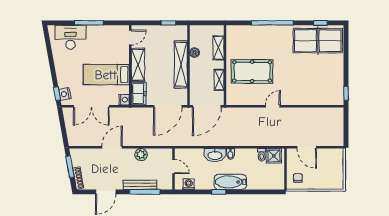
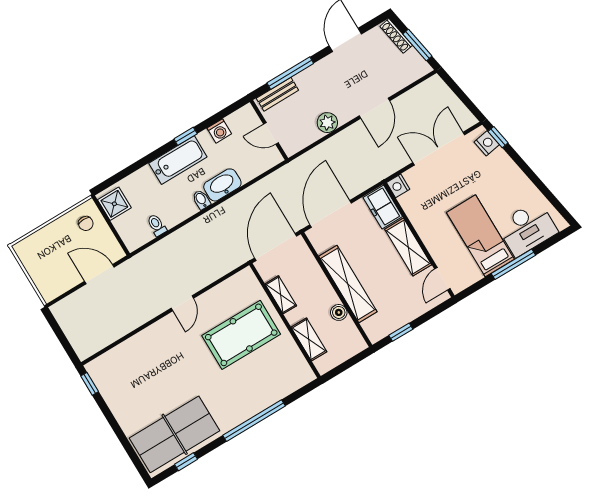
bed: (106, 75) -> (480, 236), moved, turned -90
shower: (274, 156) -> (114, 204), moved
washing machine: (189, 184) -> (219, 131), moved
bench: (140, 185) -> (277, 94), moved, width x0.73

